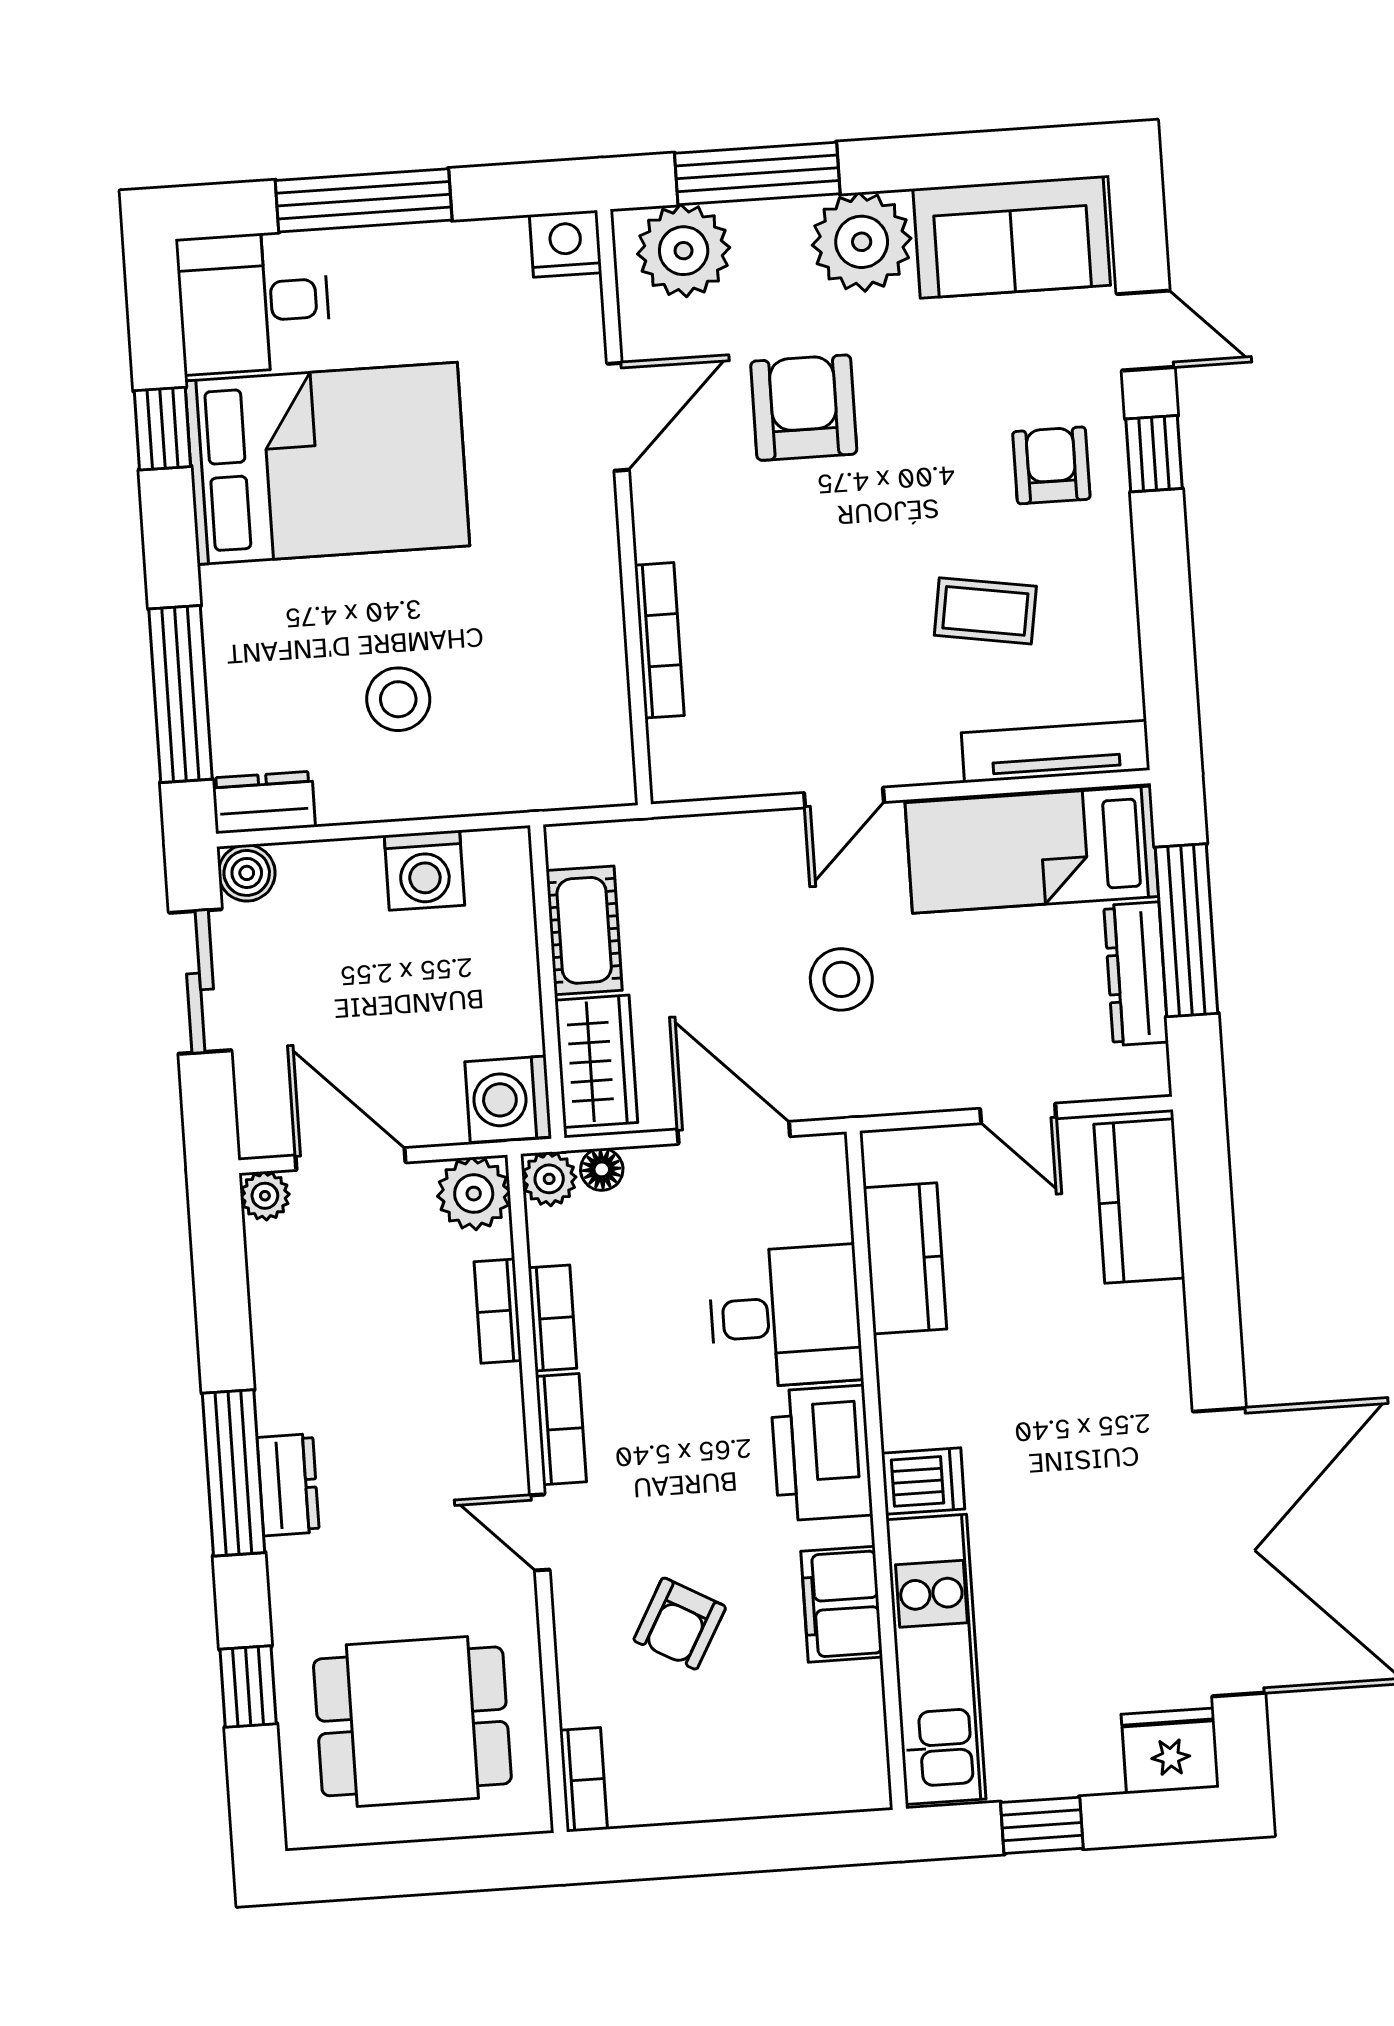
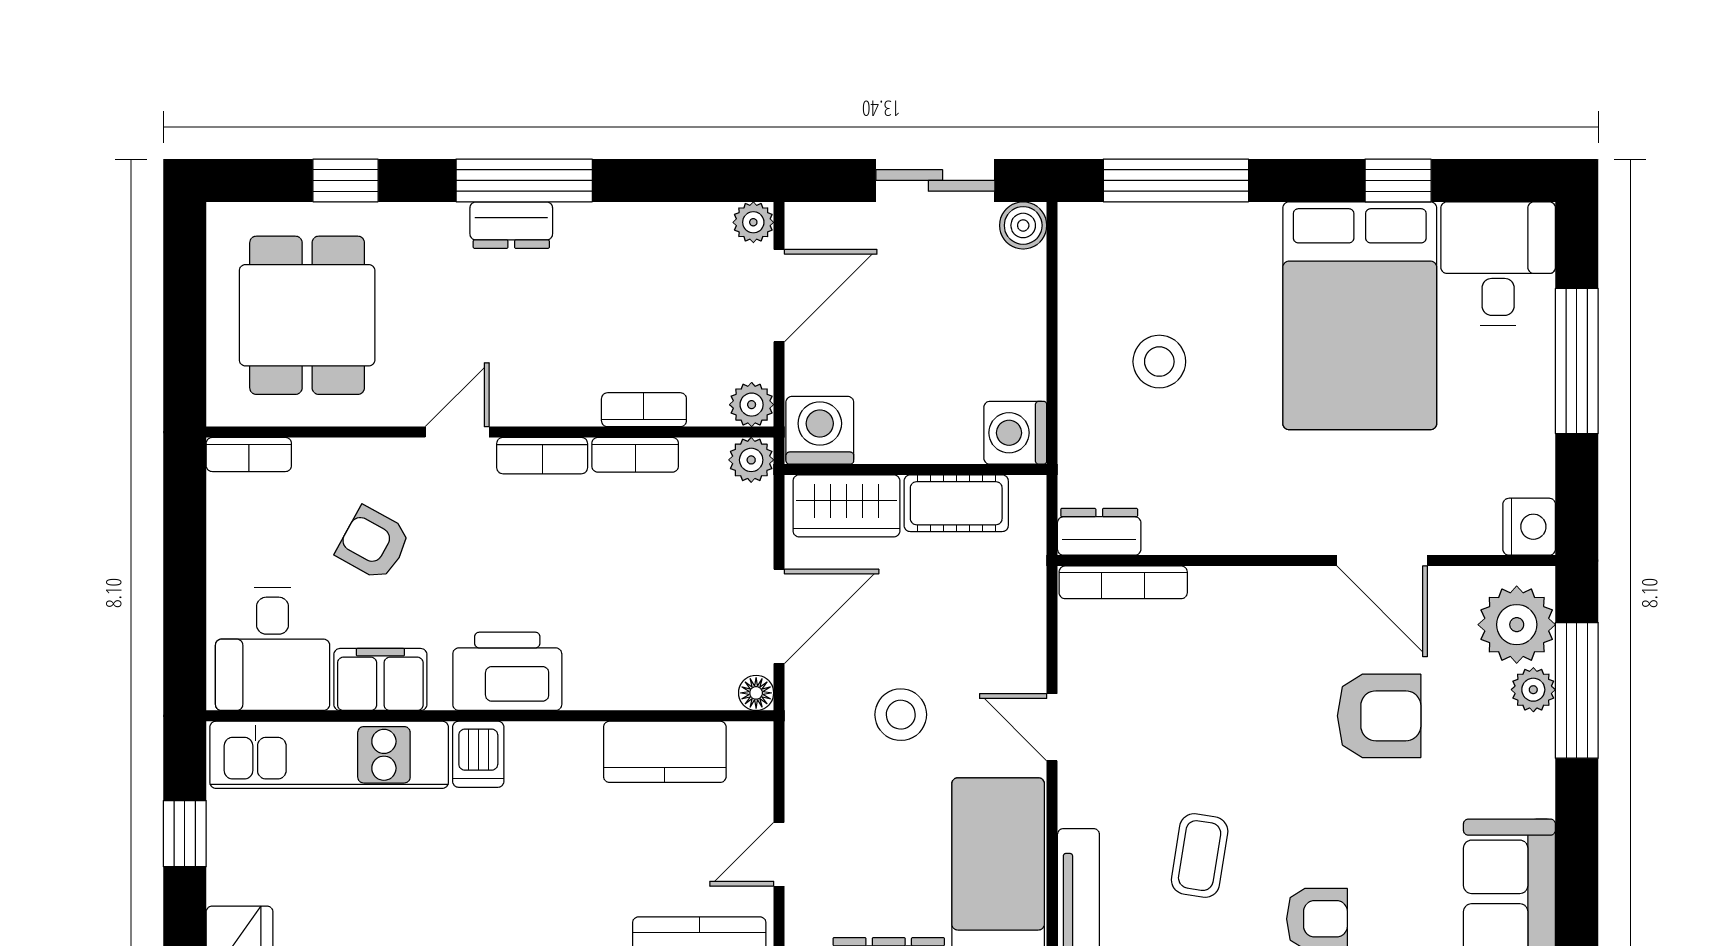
plant: (862, 242) -> (1533, 690), moved, width x0.53, depth x0.53
bookcase: (659, 640) -> (1123, 582), moved
dresser: (264, 802) -> (1099, 532), moved, turned -90
washing machine: (424, 870) -> (1015, 433), moved
floor lamp: (602, 1169) -> (756, 693), moved
plant: (474, 1194) -> (752, 405), width x0.73, depth x0.73
desk: (785, 1317) -> (273, 649), moved

